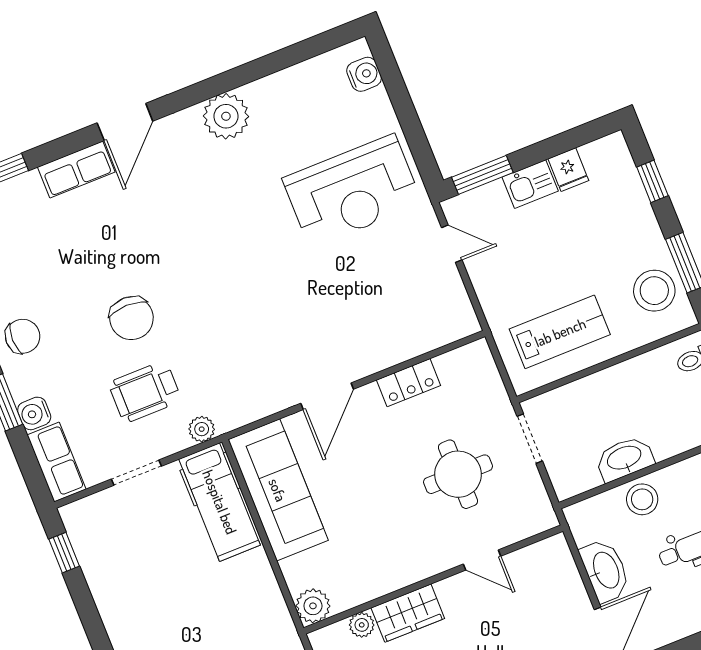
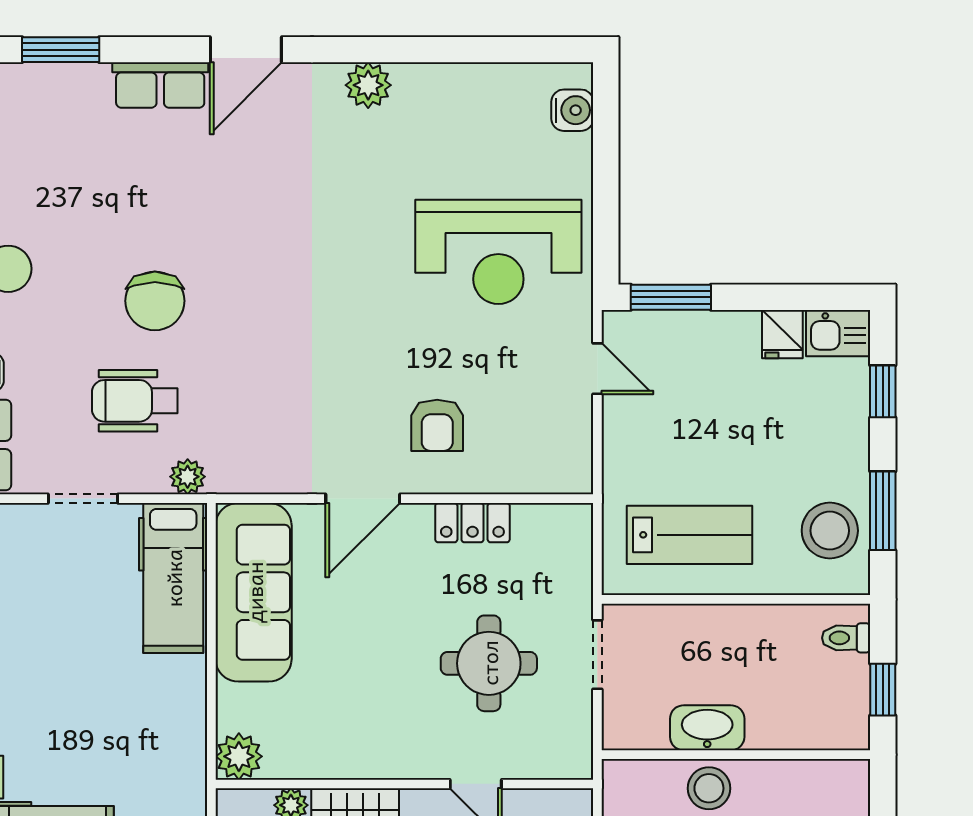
plant: (226, 116) -> (368, 85), width x0.73, depth x0.73
kitchen sink: (530, 184) -> (838, 333), moved
armchair: (358, 326) -> (437, 425), added

